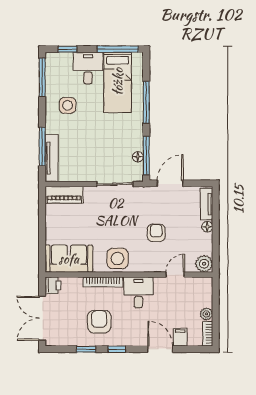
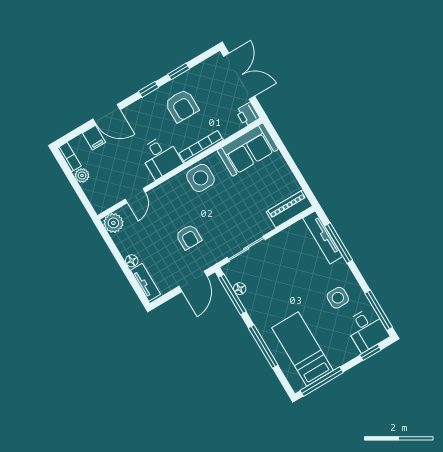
desk: (88, 68) -> (367, 330), moved
armchair: (156, 233) -> (189, 237), moved

